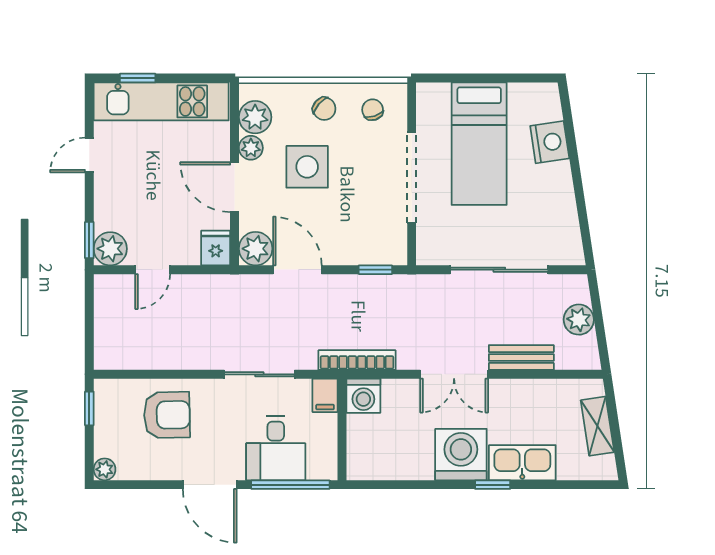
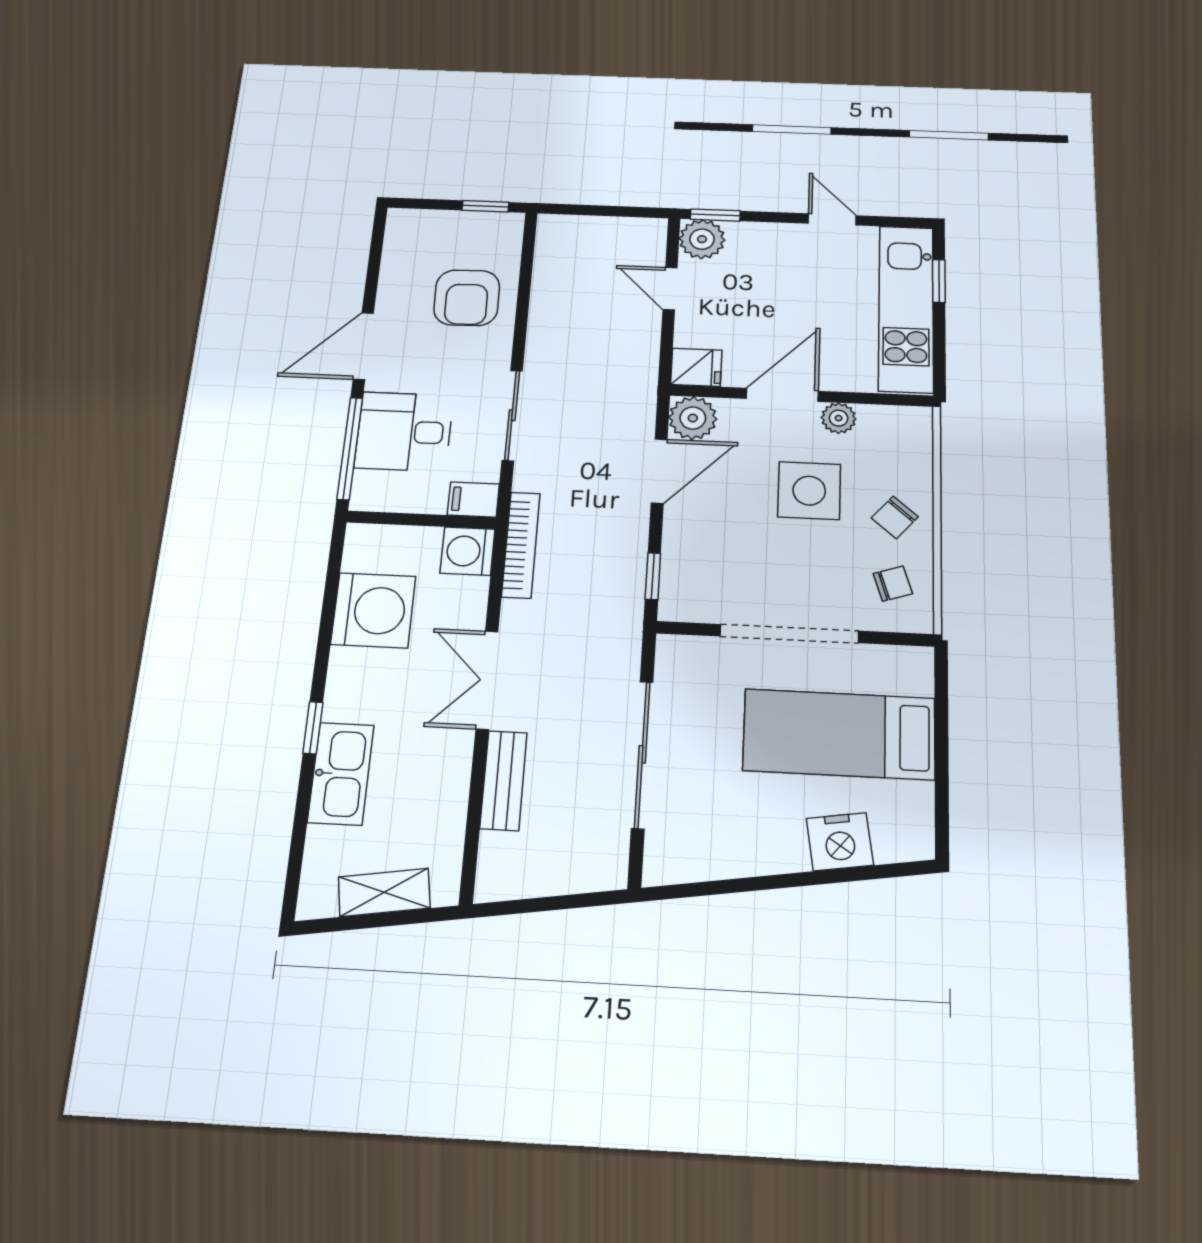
plant: (255, 117) -> (883, 426), removed
plant: (579, 320) -> (556, 872), removed
washing machine: (461, 455) -> (373, 610), moved
plant: (105, 469) -> (401, 221), removed

